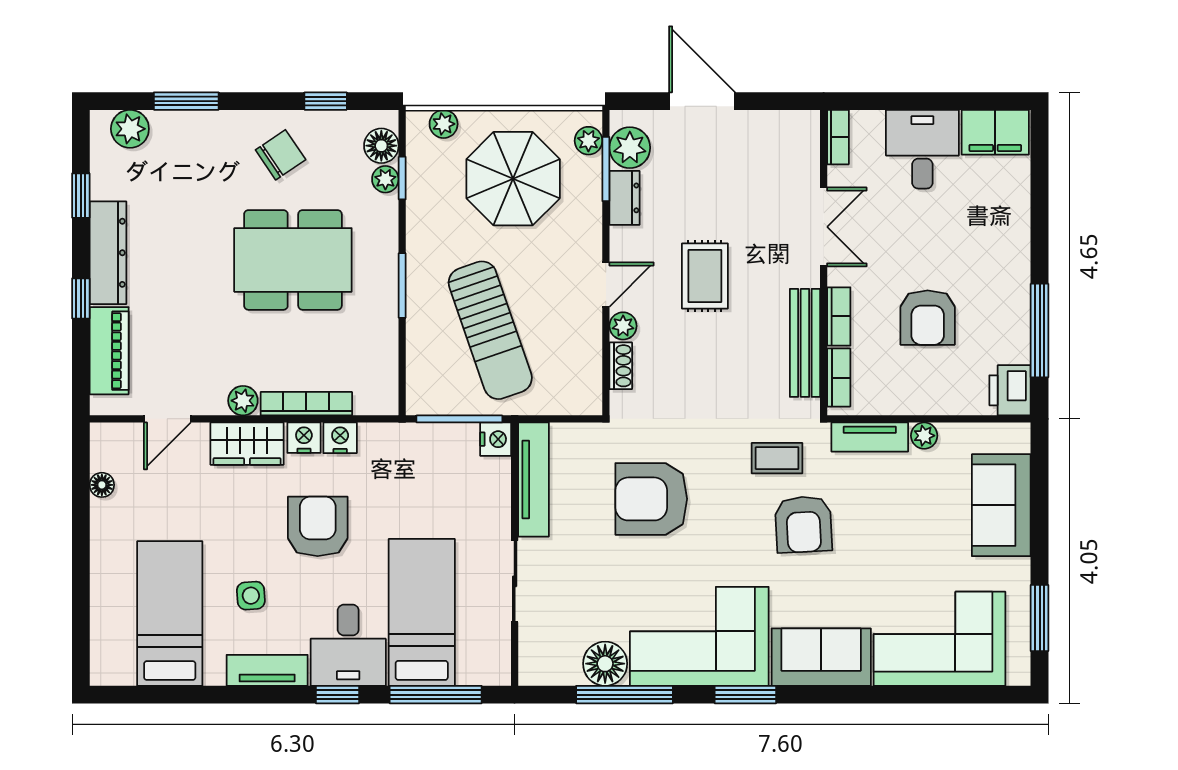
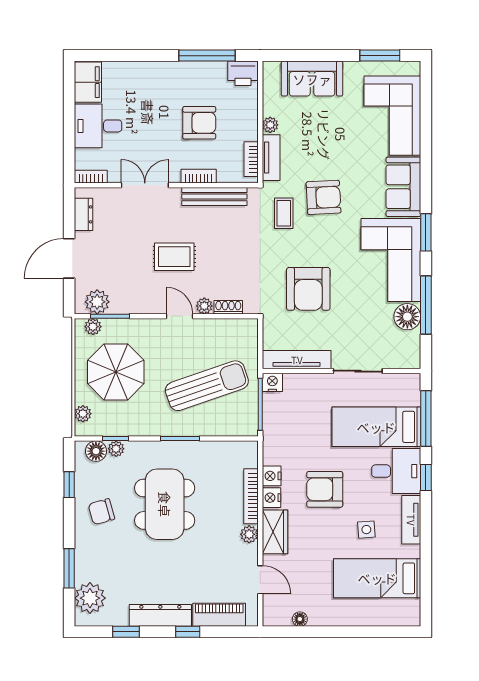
plant: (130, 129) -> (90, 598), width x1.36, depth x1.36
chair: (281, 155) -> (101, 512), turned -72
dresser: (625, 198) -> (84, 214), moved, turned 90
bookcase: (839, 378) -> (251, 159), moved, turned -90

